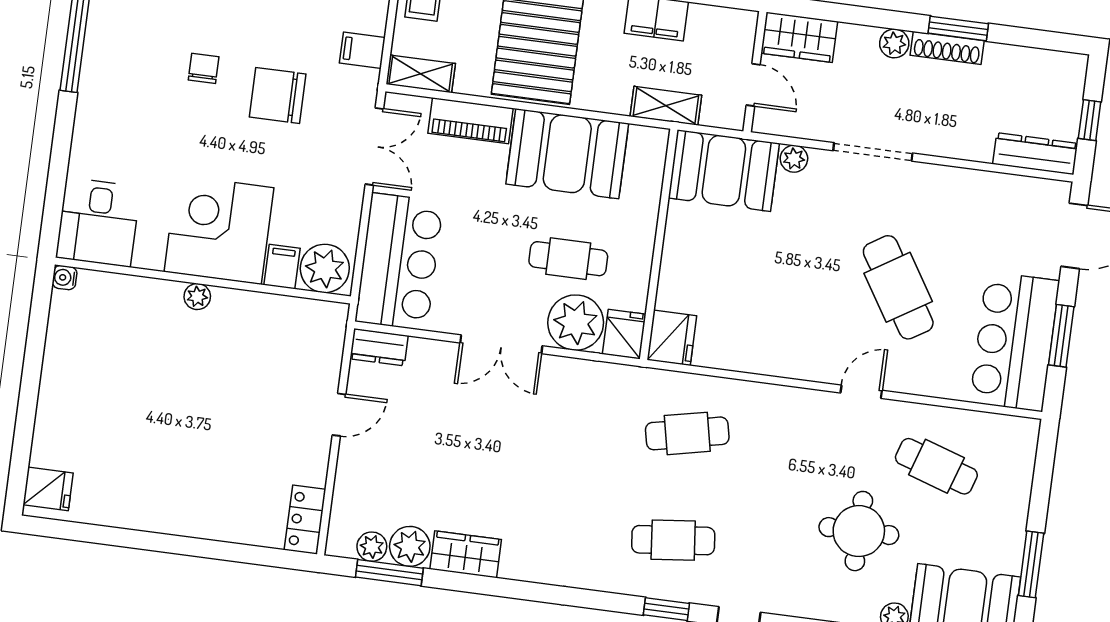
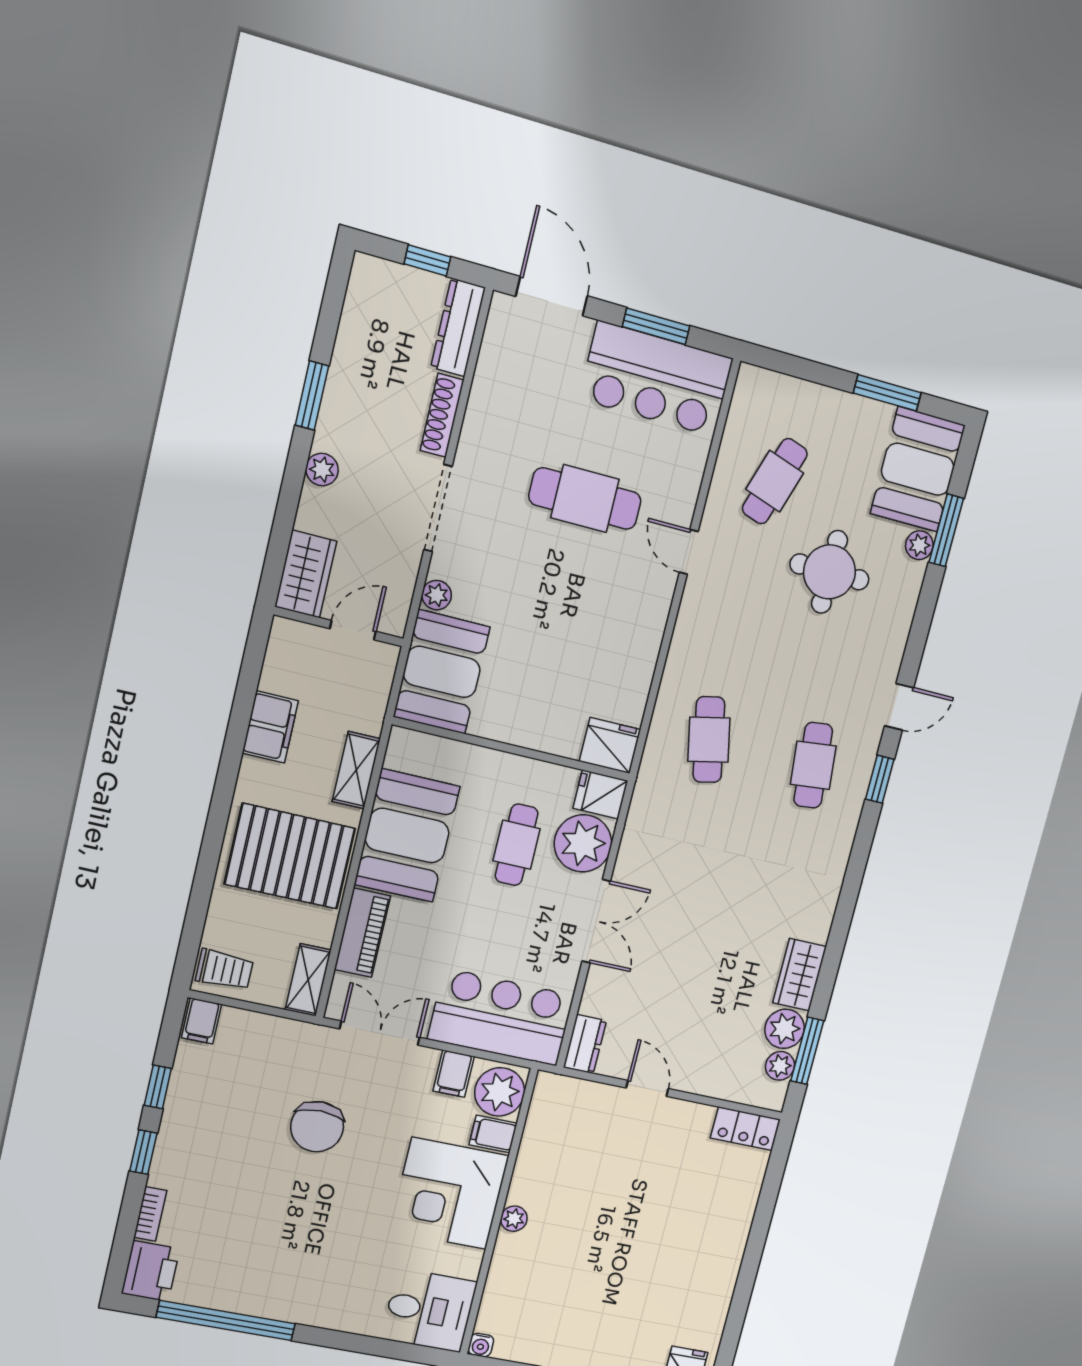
shoe rack: (947, 48) -> (442, 415), moved, turned 180
filing cabinet: (362, 50) -> (454, 1074), moved
chair: (204, 68) -> (282, 1199), removed
shelving: (666, 106) -> (356, 770), moved
cafe table: (898, 287) -> (585, 499), turned 32

